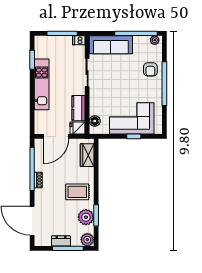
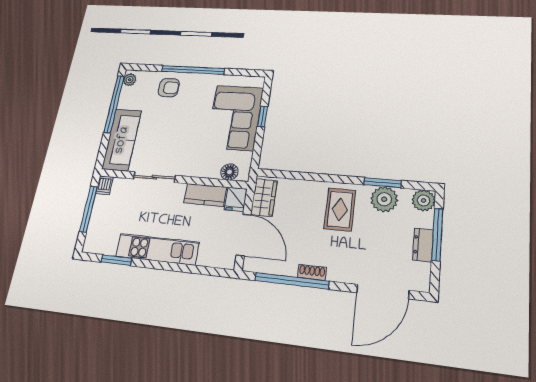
wardrobe: (87, 155) -> (264, 197), moved, turned -90

